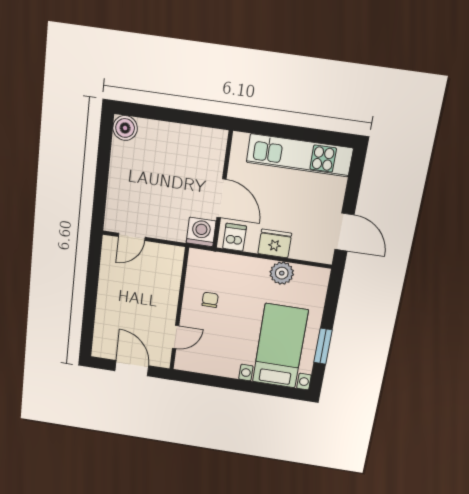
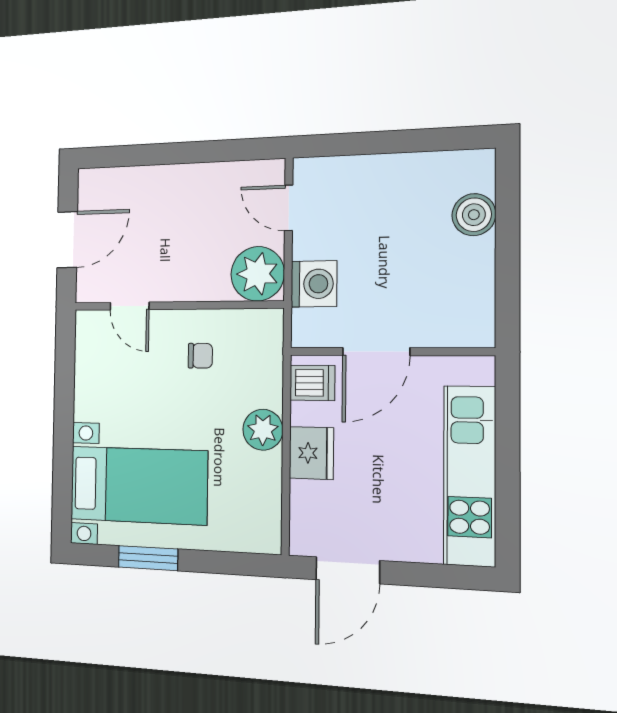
boiler: (125, 128) -> (474, 215), moved
washing machine: (201, 232) -> (314, 284), moved
plant: (167, 260) -> (258, 274), added
plant: (282, 273) -> (263, 430), moved

